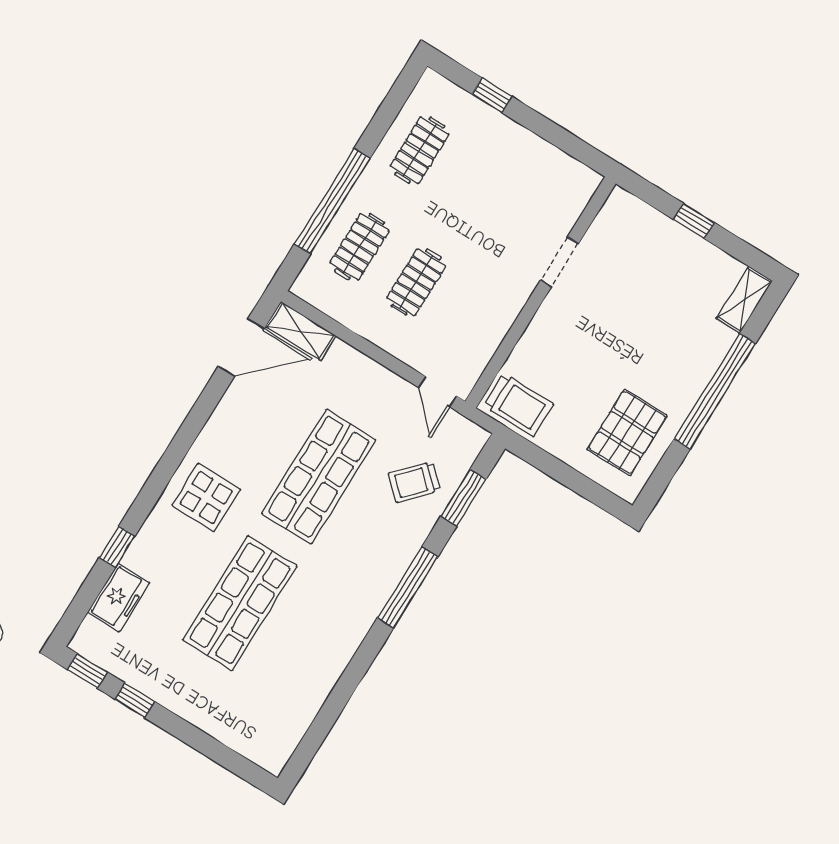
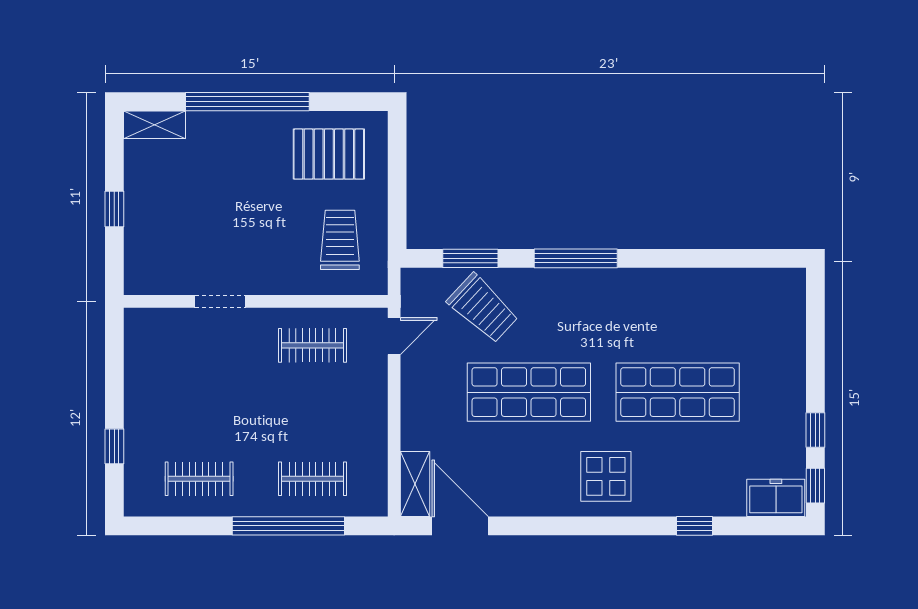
clothes rail: (416, 282) -> (313, 345), moved
trolley: (519, 405) -> (340, 240), moved
trolley: (414, 482) -> (483, 308), width x1.36, depth x1.39
freezer: (119, 597) -> (776, 498), moved

